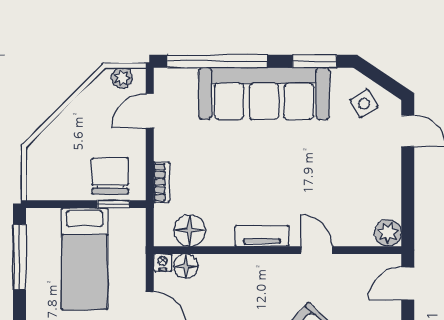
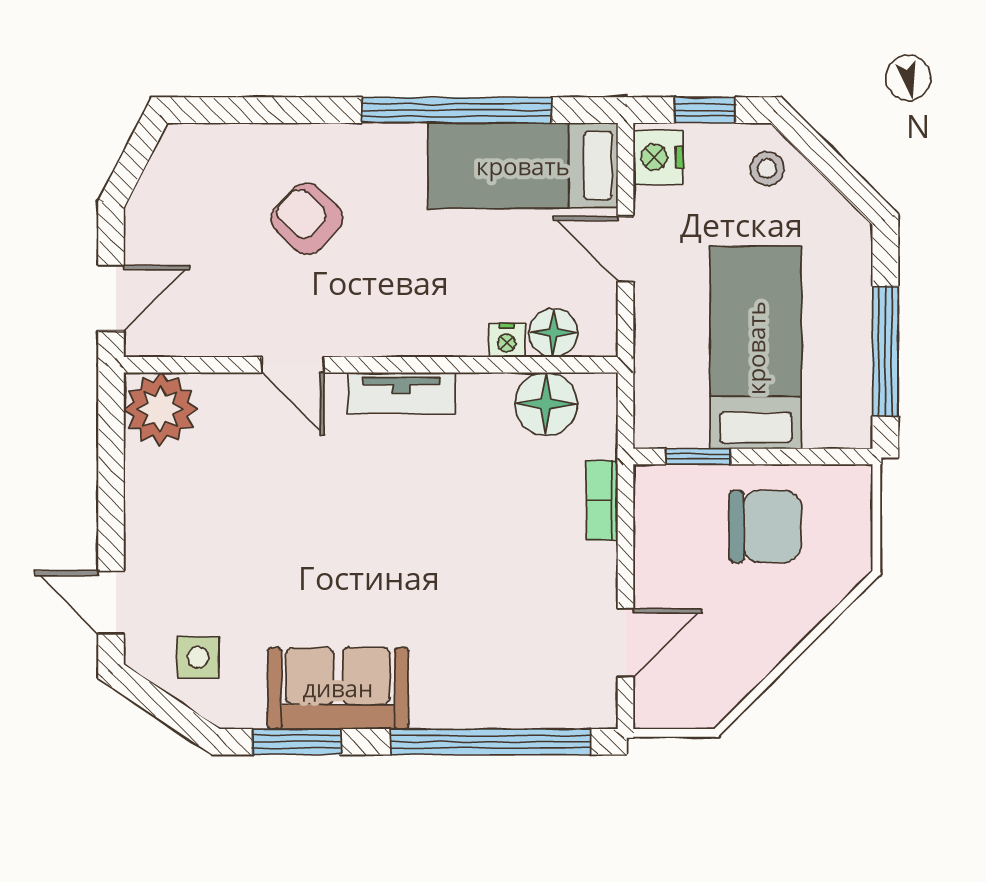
plant: (122, 78) -> (681, 708), removed
sofa: (264, 93) -> (338, 688), width x0.54, depth x0.79
side table: (364, 103) -> (198, 657), turned 33
chair: (110, 176) -> (765, 526), moved, turned -90
plant: (388, 233) -> (160, 409), width x1.36, depth x1.36
nightstand: (163, 262) -> (507, 340), moved

